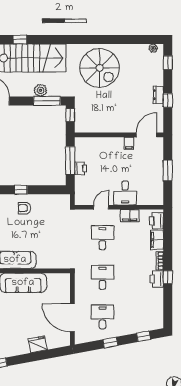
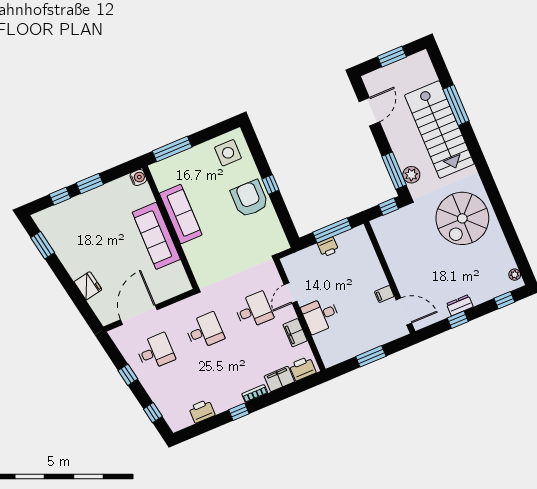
window: (20, 39) -> (456, 105), width x2.17
plant: (40, 90) -> (411, 175), moved
door: (101, 207) -> (291, 293), swing flipped
armchair: (25, 208) -> (250, 199), width x1.88, depth x1.88
printer: (157, 279) -> (202, 411), moved

